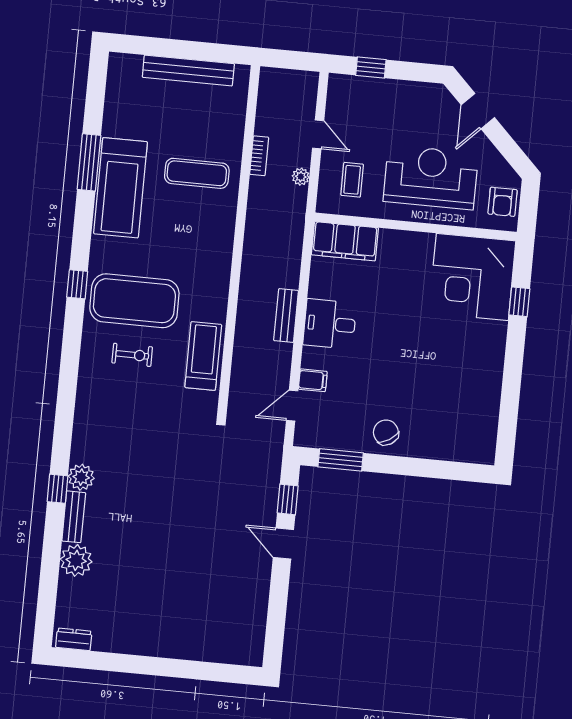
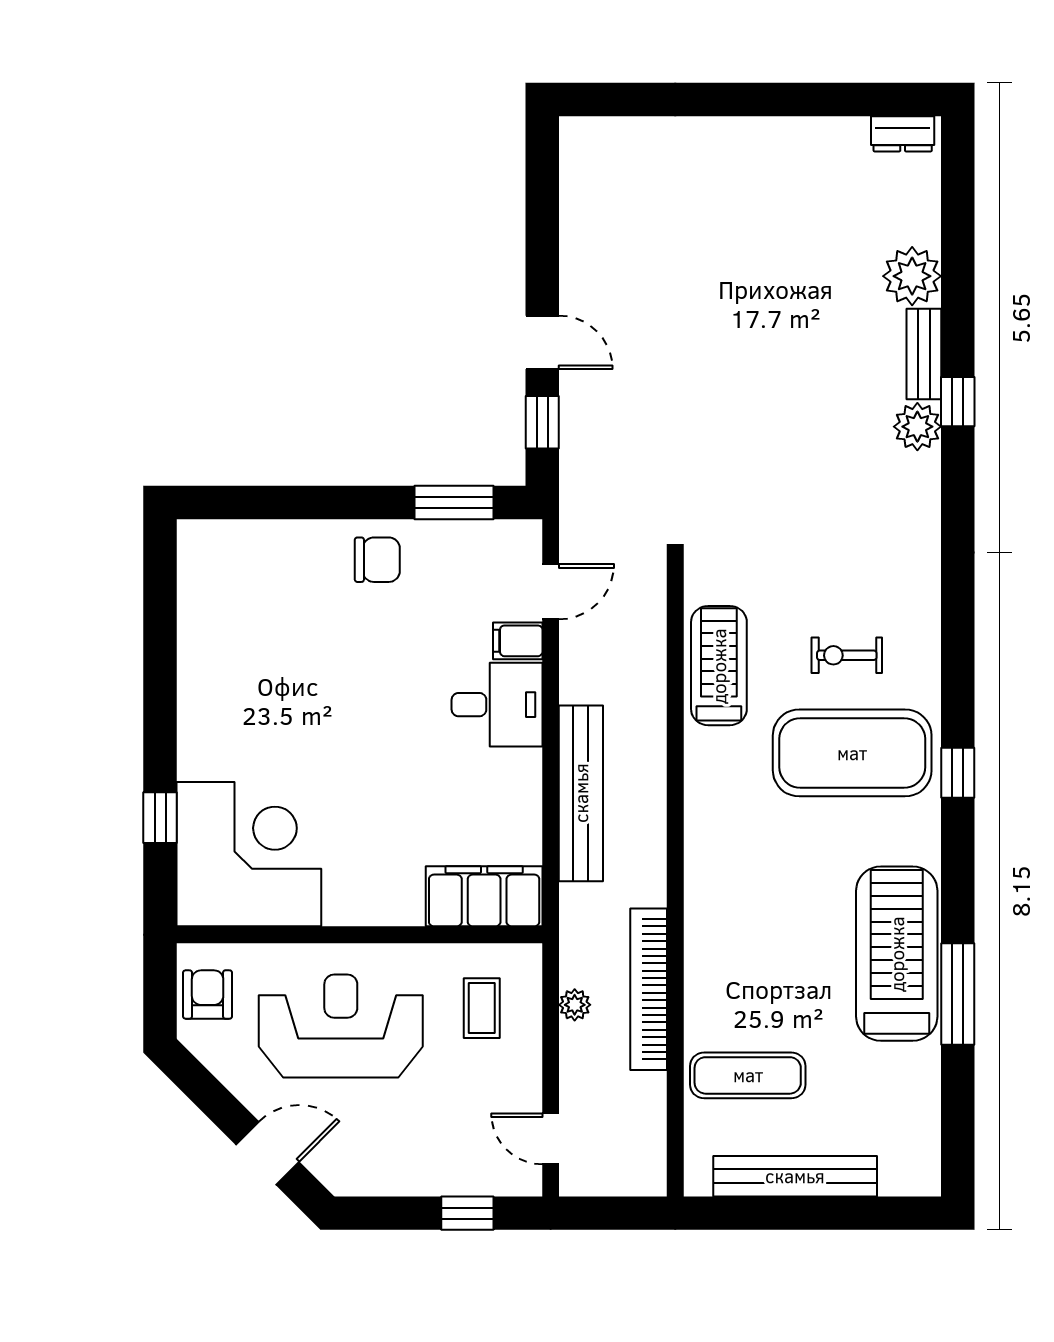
door: (478, 111) -> (267, 1153), hinge flipped
door: (318, 134) -> (551, 1139), moved
bookcase: (259, 156) -> (649, 989), width x2.31, depth x1.31
exercise mat: (197, 173) -> (748, 1075), moved
reception desk: (431, 177) -> (341, 1026), turned 180
bench: (286, 316) -> (581, 793), width x1.86, depth x1.21
desk: (330, 324) -> (497, 705), moved
treadmill: (203, 356) -> (719, 666), turned 180
chair: (386, 432) -> (377, 560), turned -58

